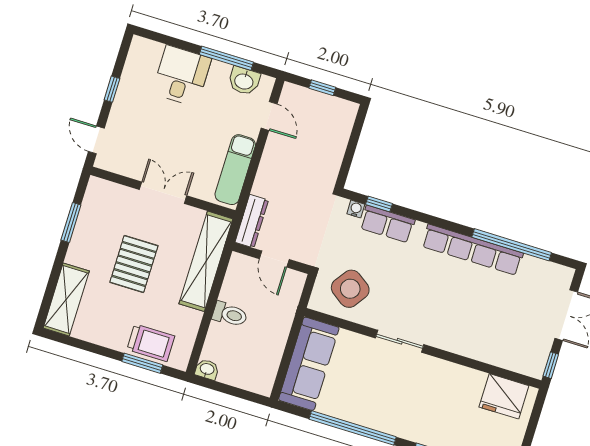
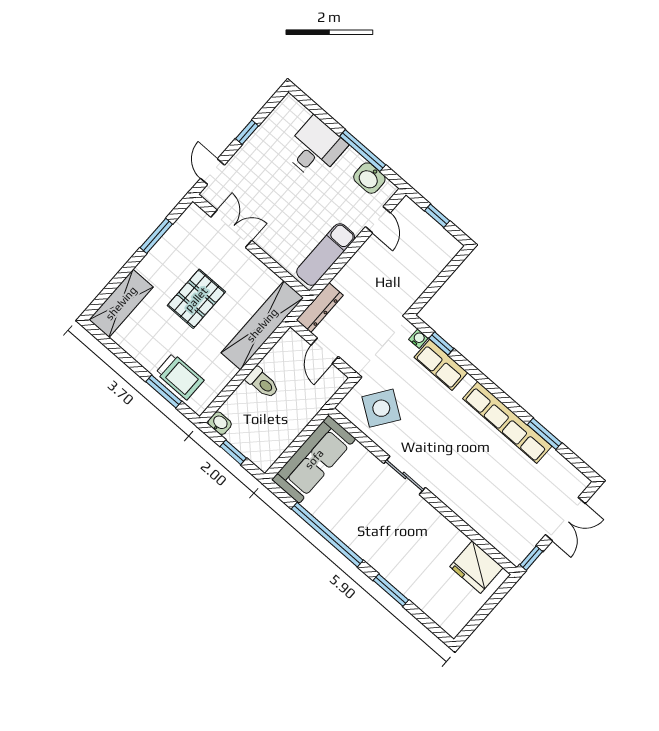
double door: (163, 193) -> (231, 229), moved
window: (512, 245) -> (545, 434), width x0.47
window: (232, 391) -> (233, 452), added

